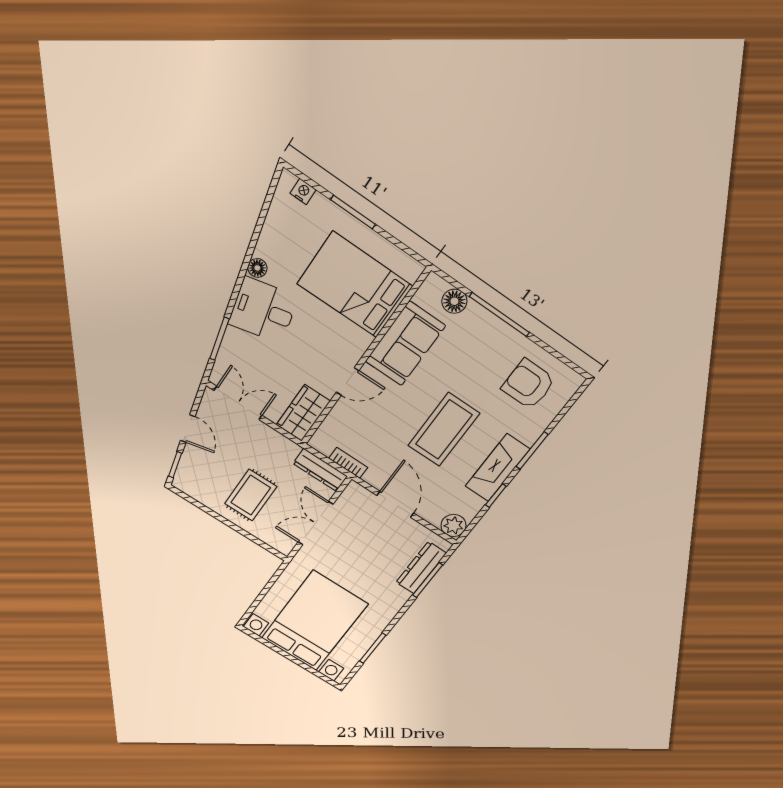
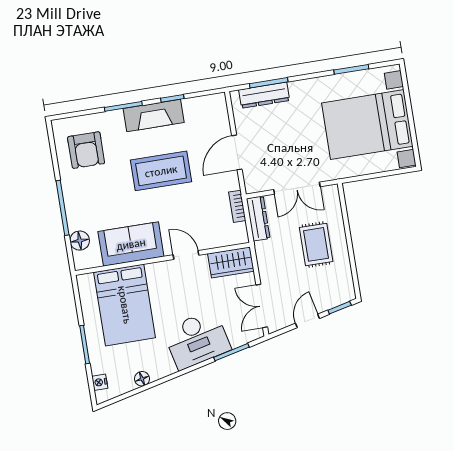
floor lamp: (257, 268) -> (142, 379), moved
desk: (263, 310) -> (197, 340), width x1.37
rug: (251, 495) -> (316, 244), turned 90
plant: (453, 525) -> (216, 104), removed

